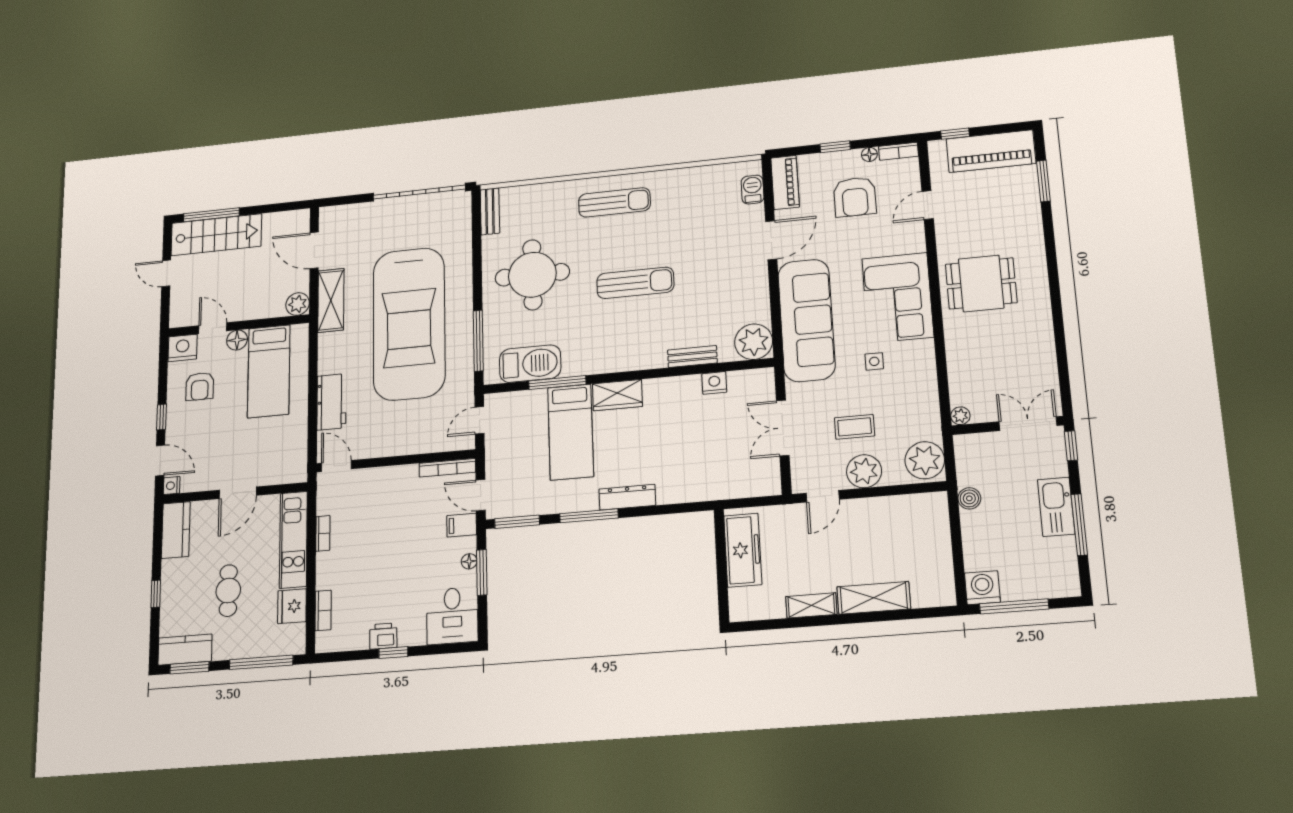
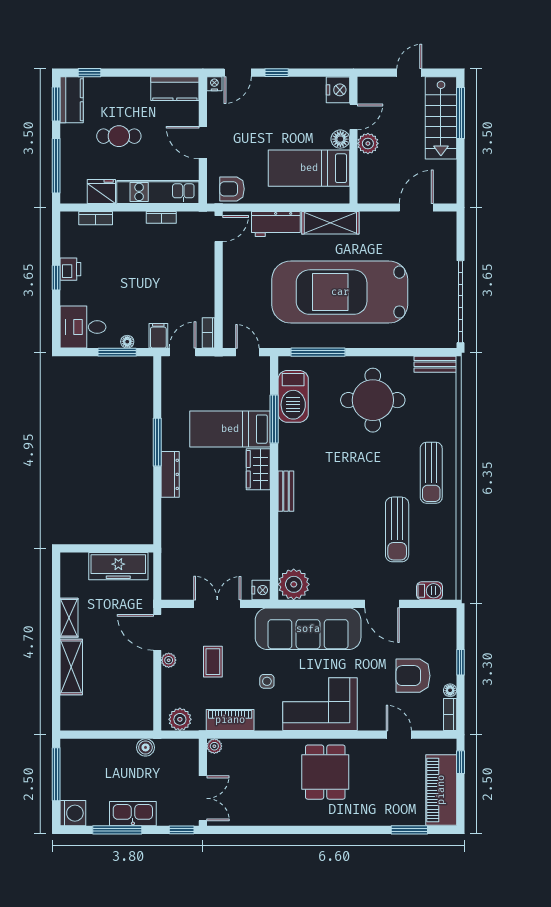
piano: (785, 183) -> (230, 720), moved, turned 180
sun lounger: (635, 283) -> (397, 529), moved
shelving: (331, 300) -> (330, 223), moved
plant: (298, 304) -> (368, 143), moved
bench: (692, 356) -> (286, 491), moved
nightstand: (714, 383) -> (261, 590), moved
armchair: (200, 386) -> (232, 189), moved
plant: (925, 460) -> (180, 719), width x0.73, depth x0.73
bookcase: (447, 468) -> (209, 333), width x0.64
plant: (864, 471) -> (169, 660), width x0.53, depth x0.53
door: (823, 496) -> (157, 632), width x1.38
window: (517, 522) -> (157, 382), removed
washing machine: (982, 588) -> (73, 813), moved
window: (156, 594) -> (89, 73), moved

